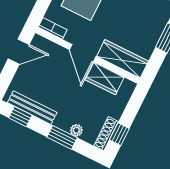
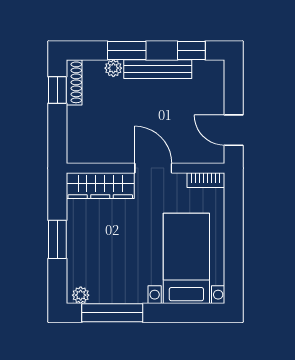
door: (19, 52) -> (234, 130), hinge flipped
wardrobe: (105, 79) -> (110, 150), removed
bench: (32, 108) -> (158, 69), moved

